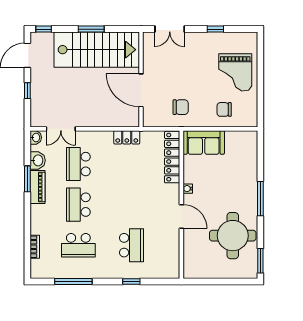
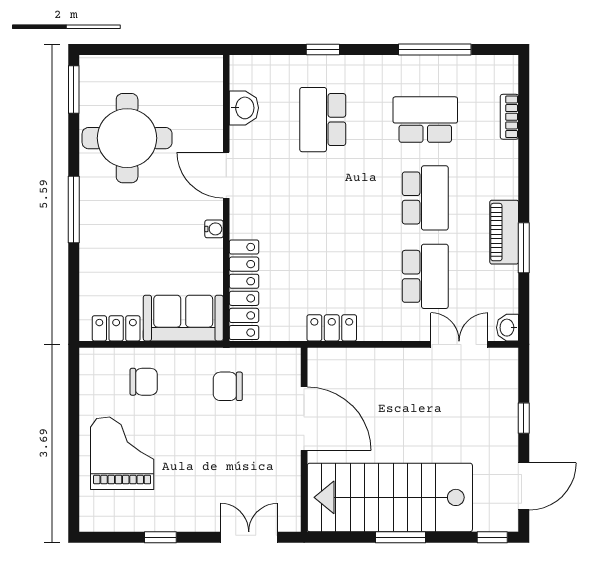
locker: (238, 137) -> (116, 328), added
washbasin: (38, 160) -> (244, 108), moved, turned 180

